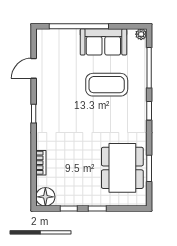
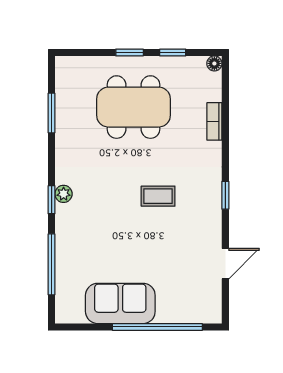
plant: (141, 34) -> (64, 194), moved
coffee table: (107, 85) -> (158, 196), moved, width x0.54, depth x0.58
dining table: (122, 168) -> (134, 107), moved, turned 90
floor lamp: (45, 197) -> (214, 63), width x0.53, depth x0.53

